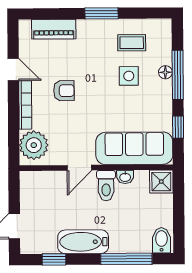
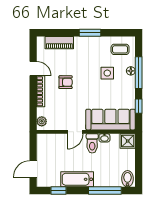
coffee table: (132, 43) -> (120, 49), moved
plant: (34, 145) -> (42, 121), width x0.53, depth x0.53

